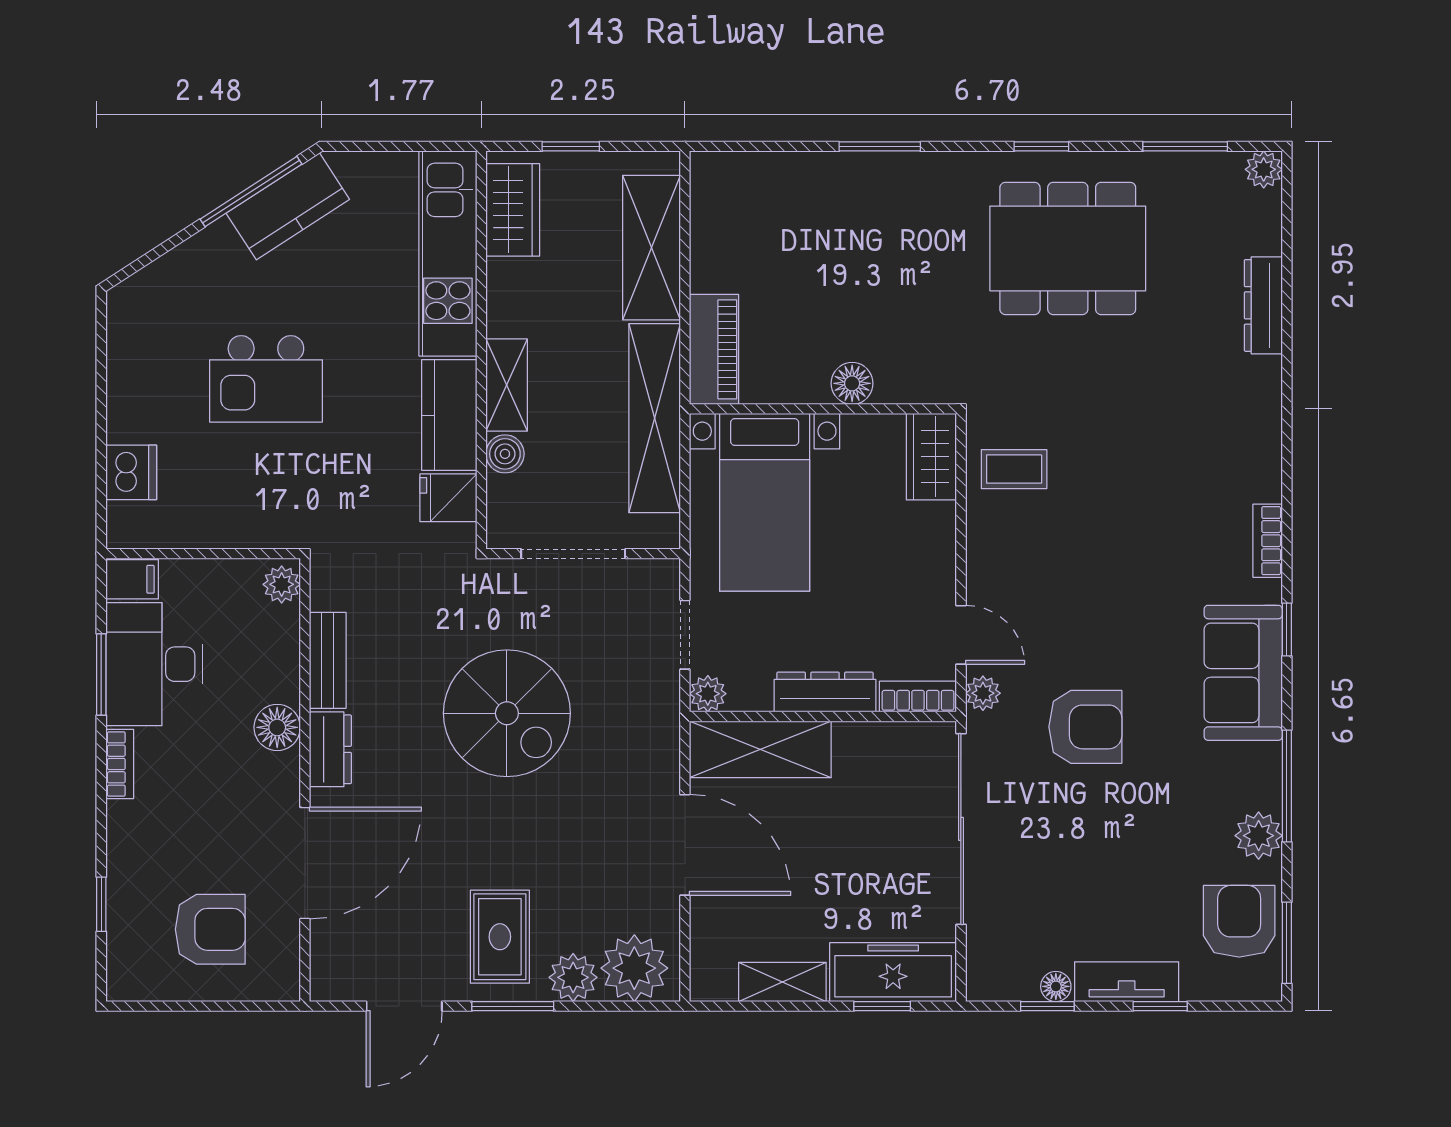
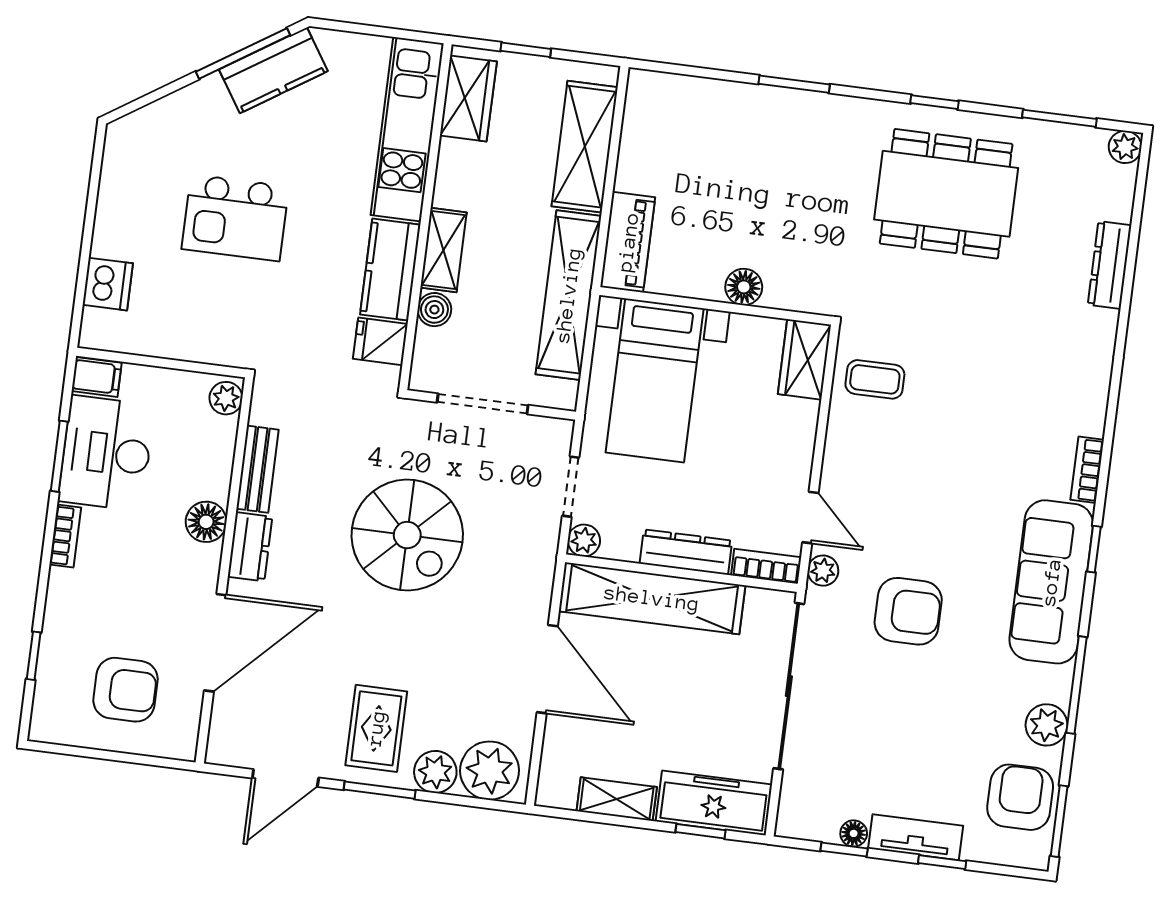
sofa: (1243, 673) -> (1051, 582), width x1.36
shelving: (760, 749) -> (652, 598), width x1.47

